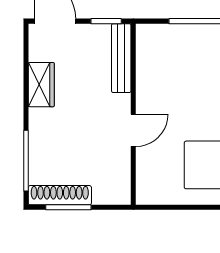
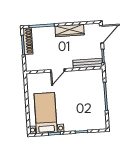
wardrobe: (41, 85) -> (70, 30), width x1.50
door: (133, 130) -> (57, 70), hinge flipped

